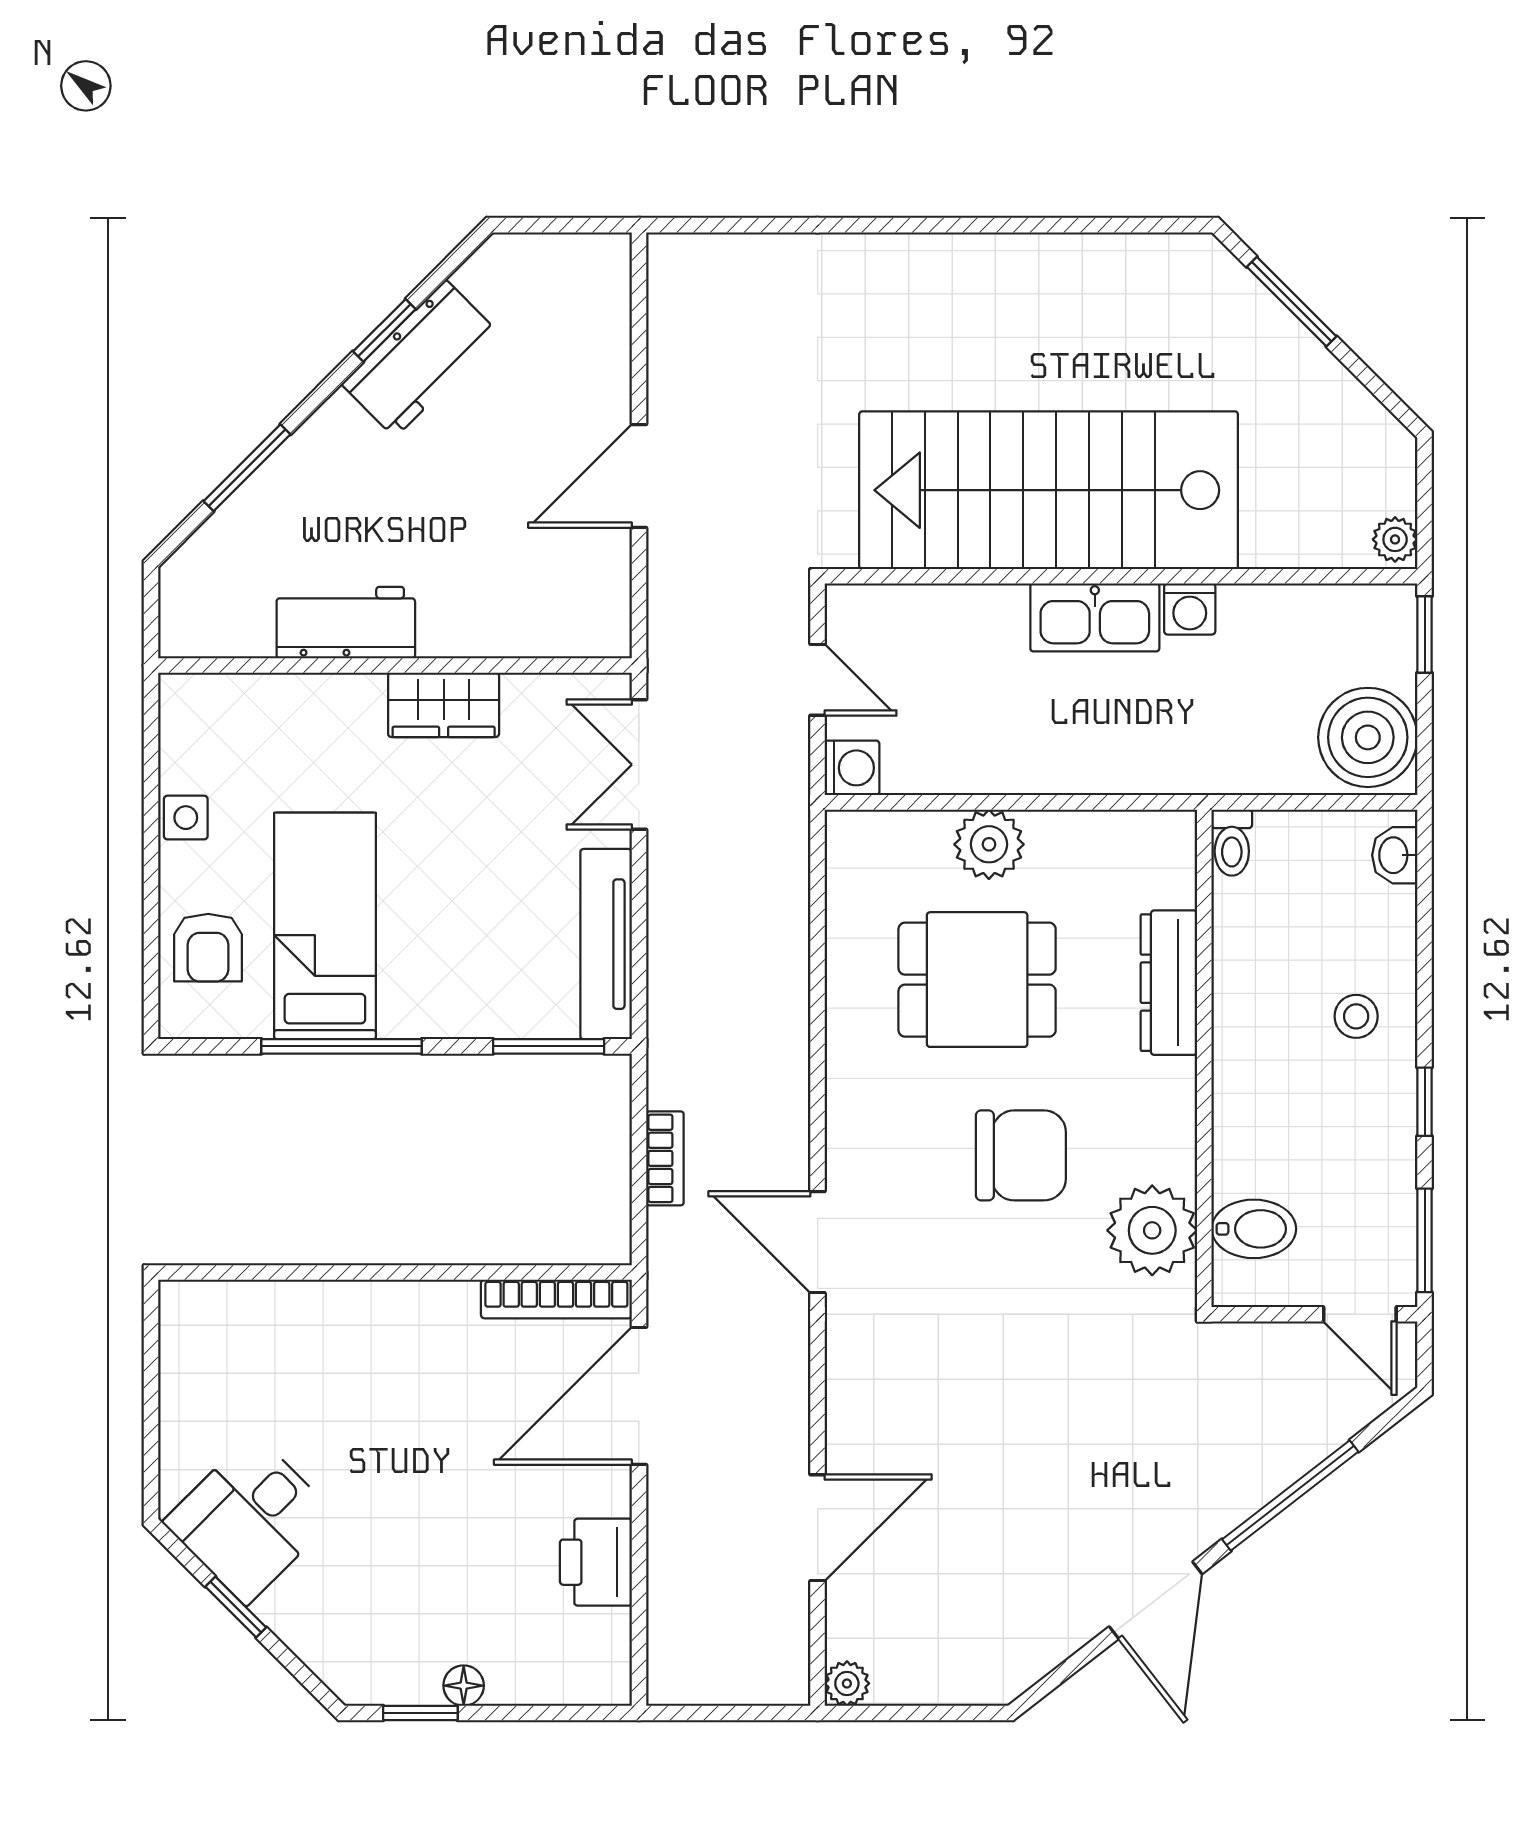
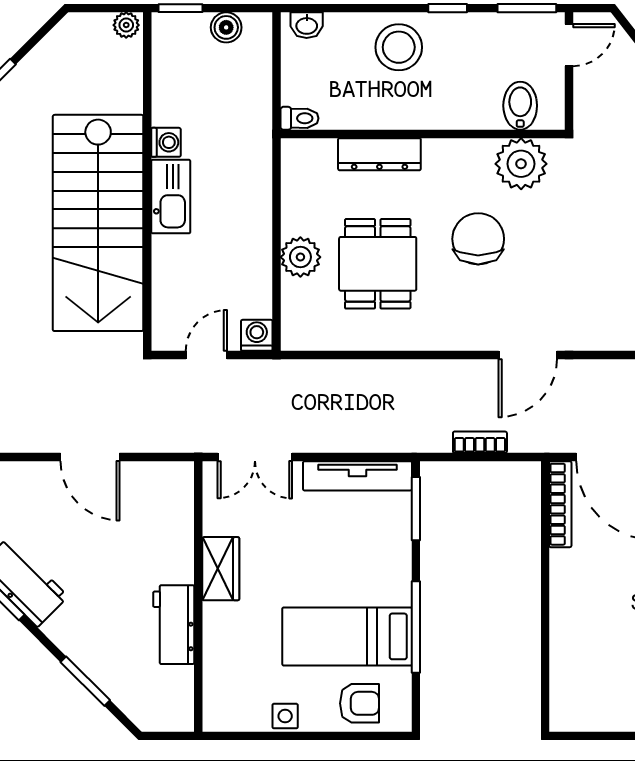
boiler: (1368, 737) -> (226, 27), width x0.54, depth x0.54
stool: (1356, 1016) -> (399, 47), width x1.89, depth x1.89

